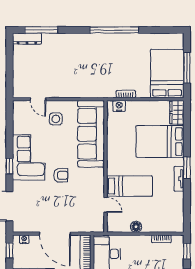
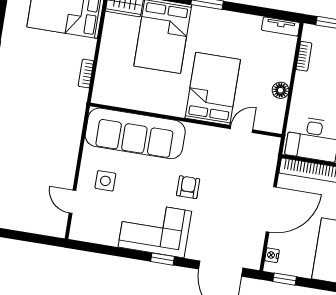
door: (38, 99) -> (72, 202), swing flipped
nightstand: (119, 106) -> (102, 86), removed
tv unit: (179, 179) -> (281, 26), moved
bed: (130, 186) -> (213, 89), width x1.50

